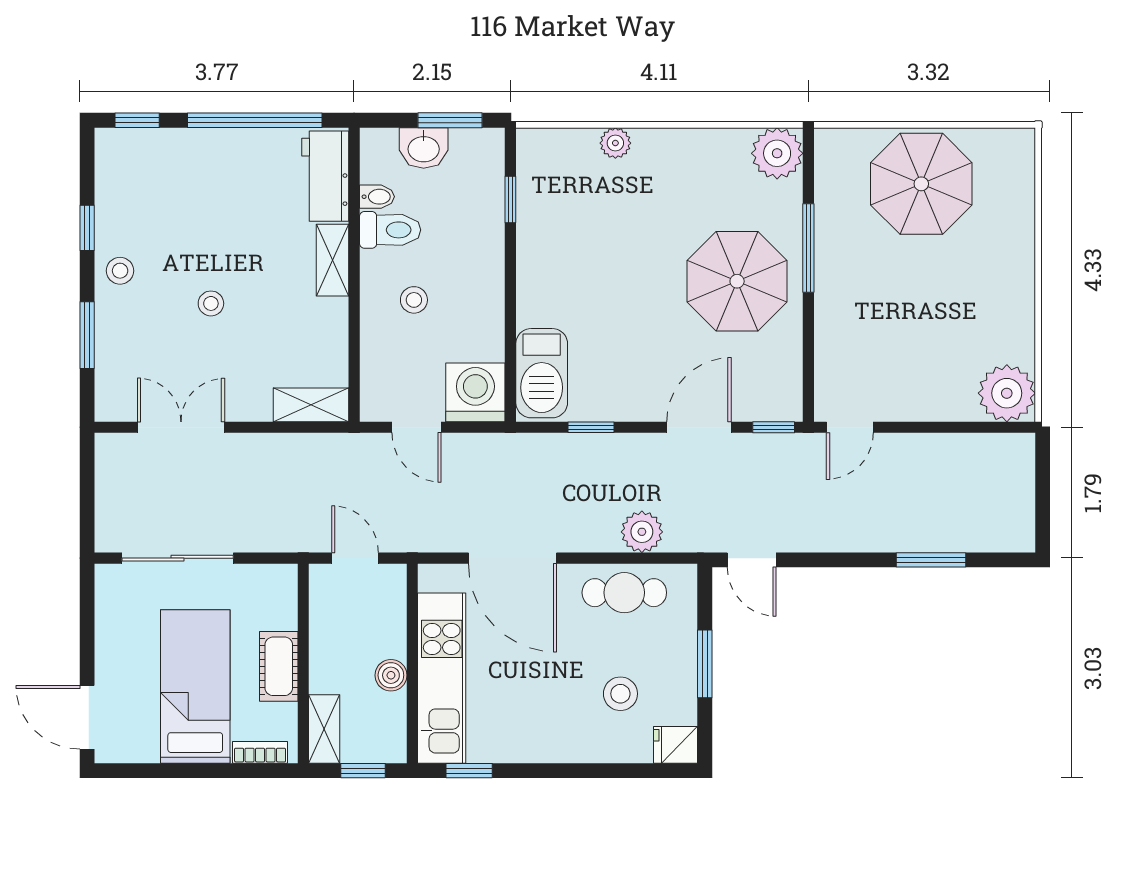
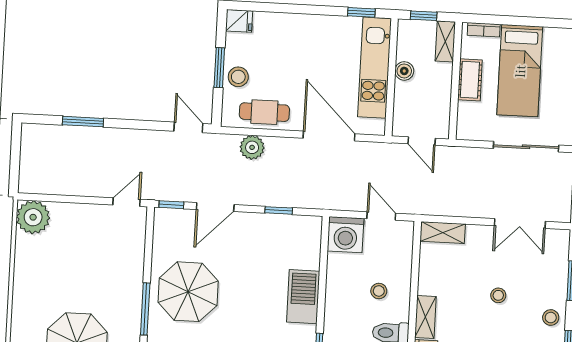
barbecue: (542, 373) -> (303, 297), moved
stool: (620, 694) -> (238, 77), moved

